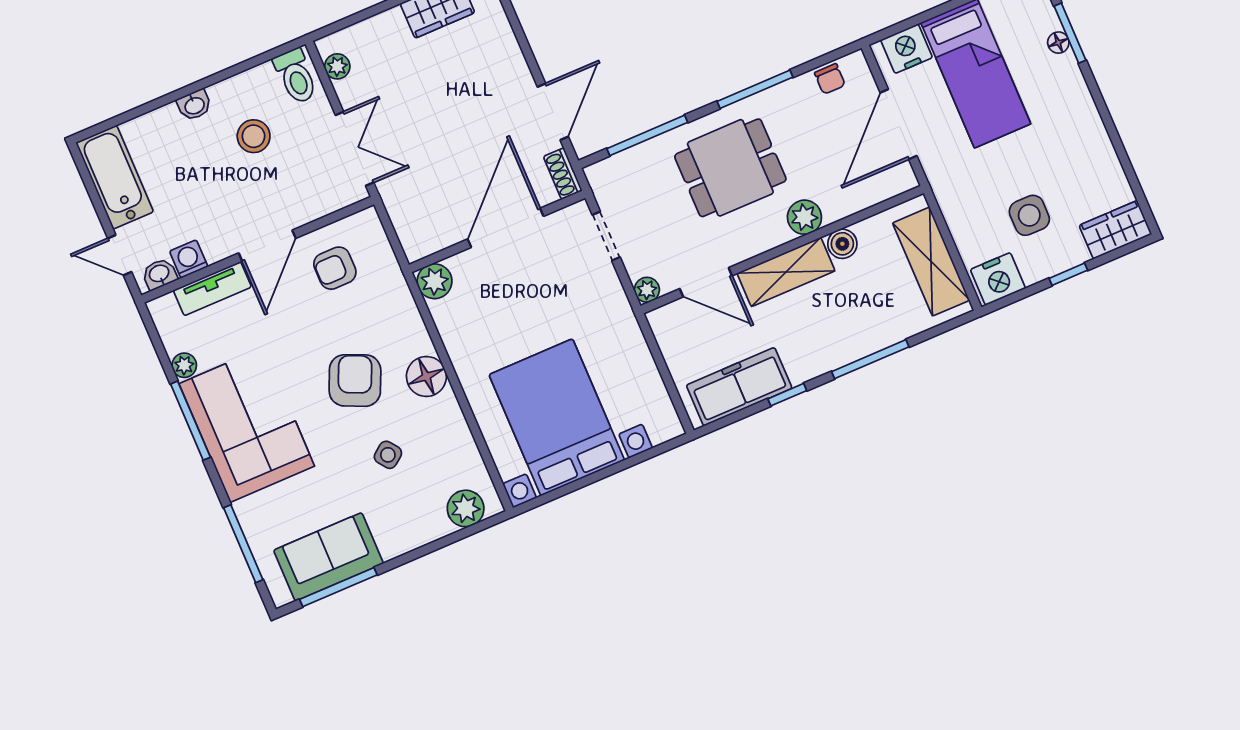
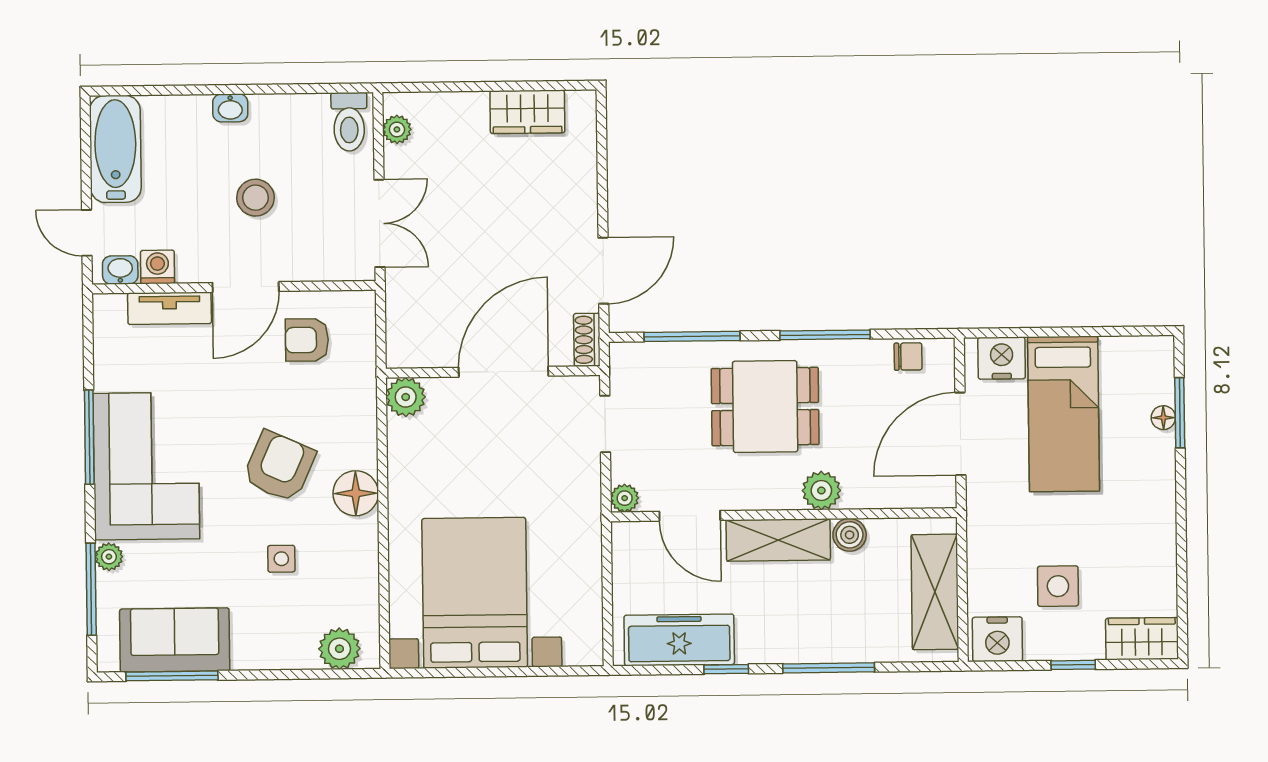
chair: (830, 79) -> (908, 357), turned -90
stool: (254, 136) -> (256, 198), moved
plant: (184, 365) -> (109, 557), moved
side table: (388, 455) -> (281, 559), turned 37

